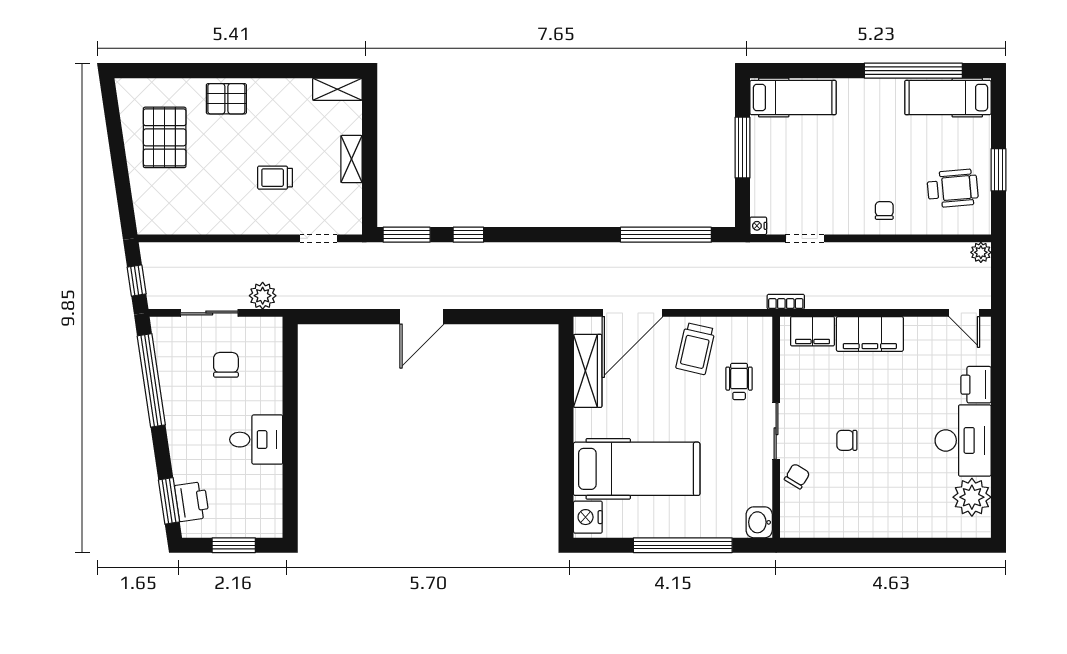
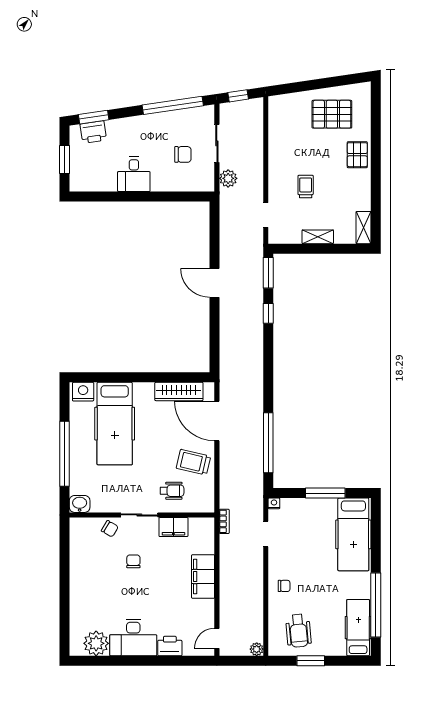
hospital bed: (793, 98) -> (353, 534), width x1.37, depth x1.29
filing cabinet: (812, 331) -> (173, 527), moved, turned -90

